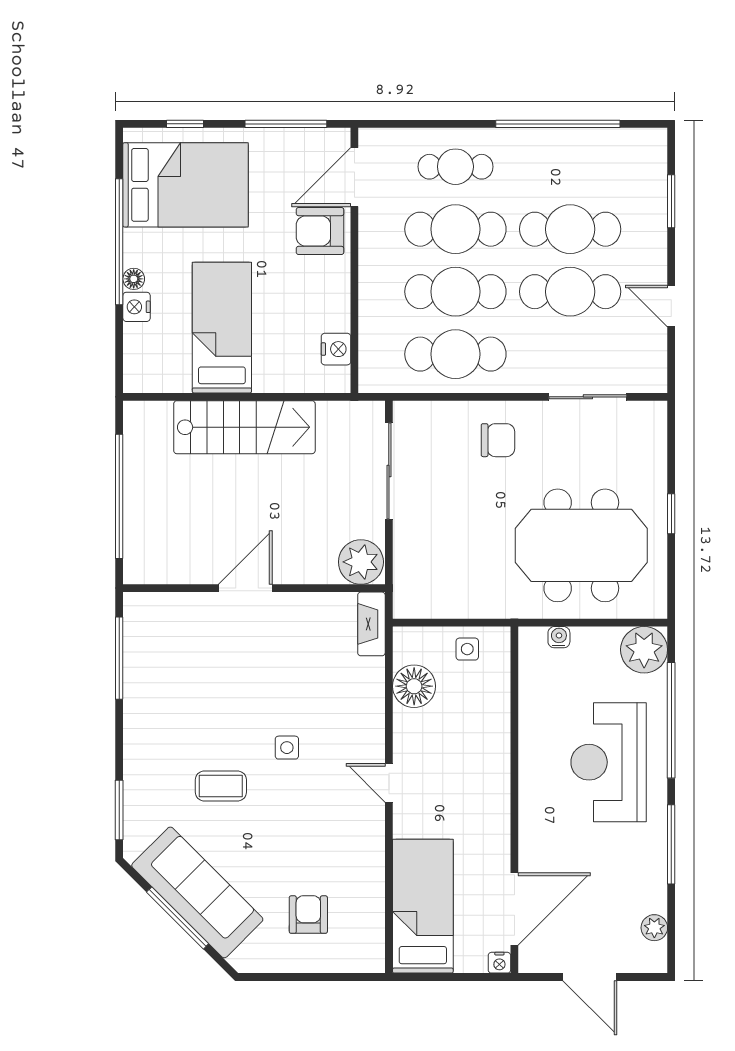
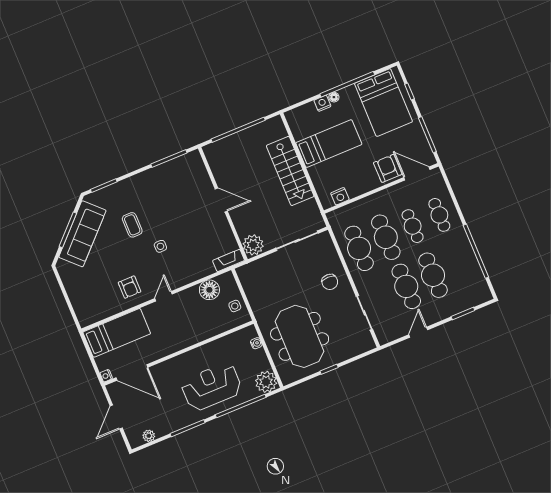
cafe table: (455, 229) -> (413, 226), width x0.73, depth x0.74
armchair: (308, 915) -> (130, 287), moved, turned 90

